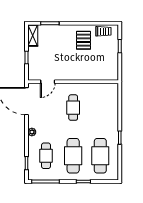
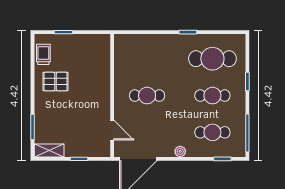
cafe table: (73, 156) -> (212, 96), width x0.73, depth x0.74

